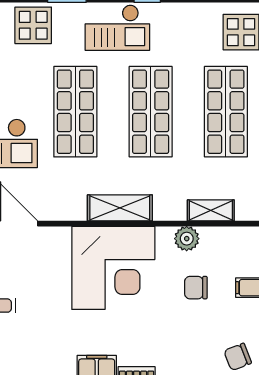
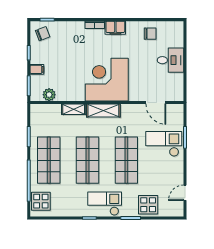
shelving: (211, 210) -> (74, 109), moved
plant: (187, 239) -> (49, 95), moved
chair: (196, 288) -> (150, 34), moved

